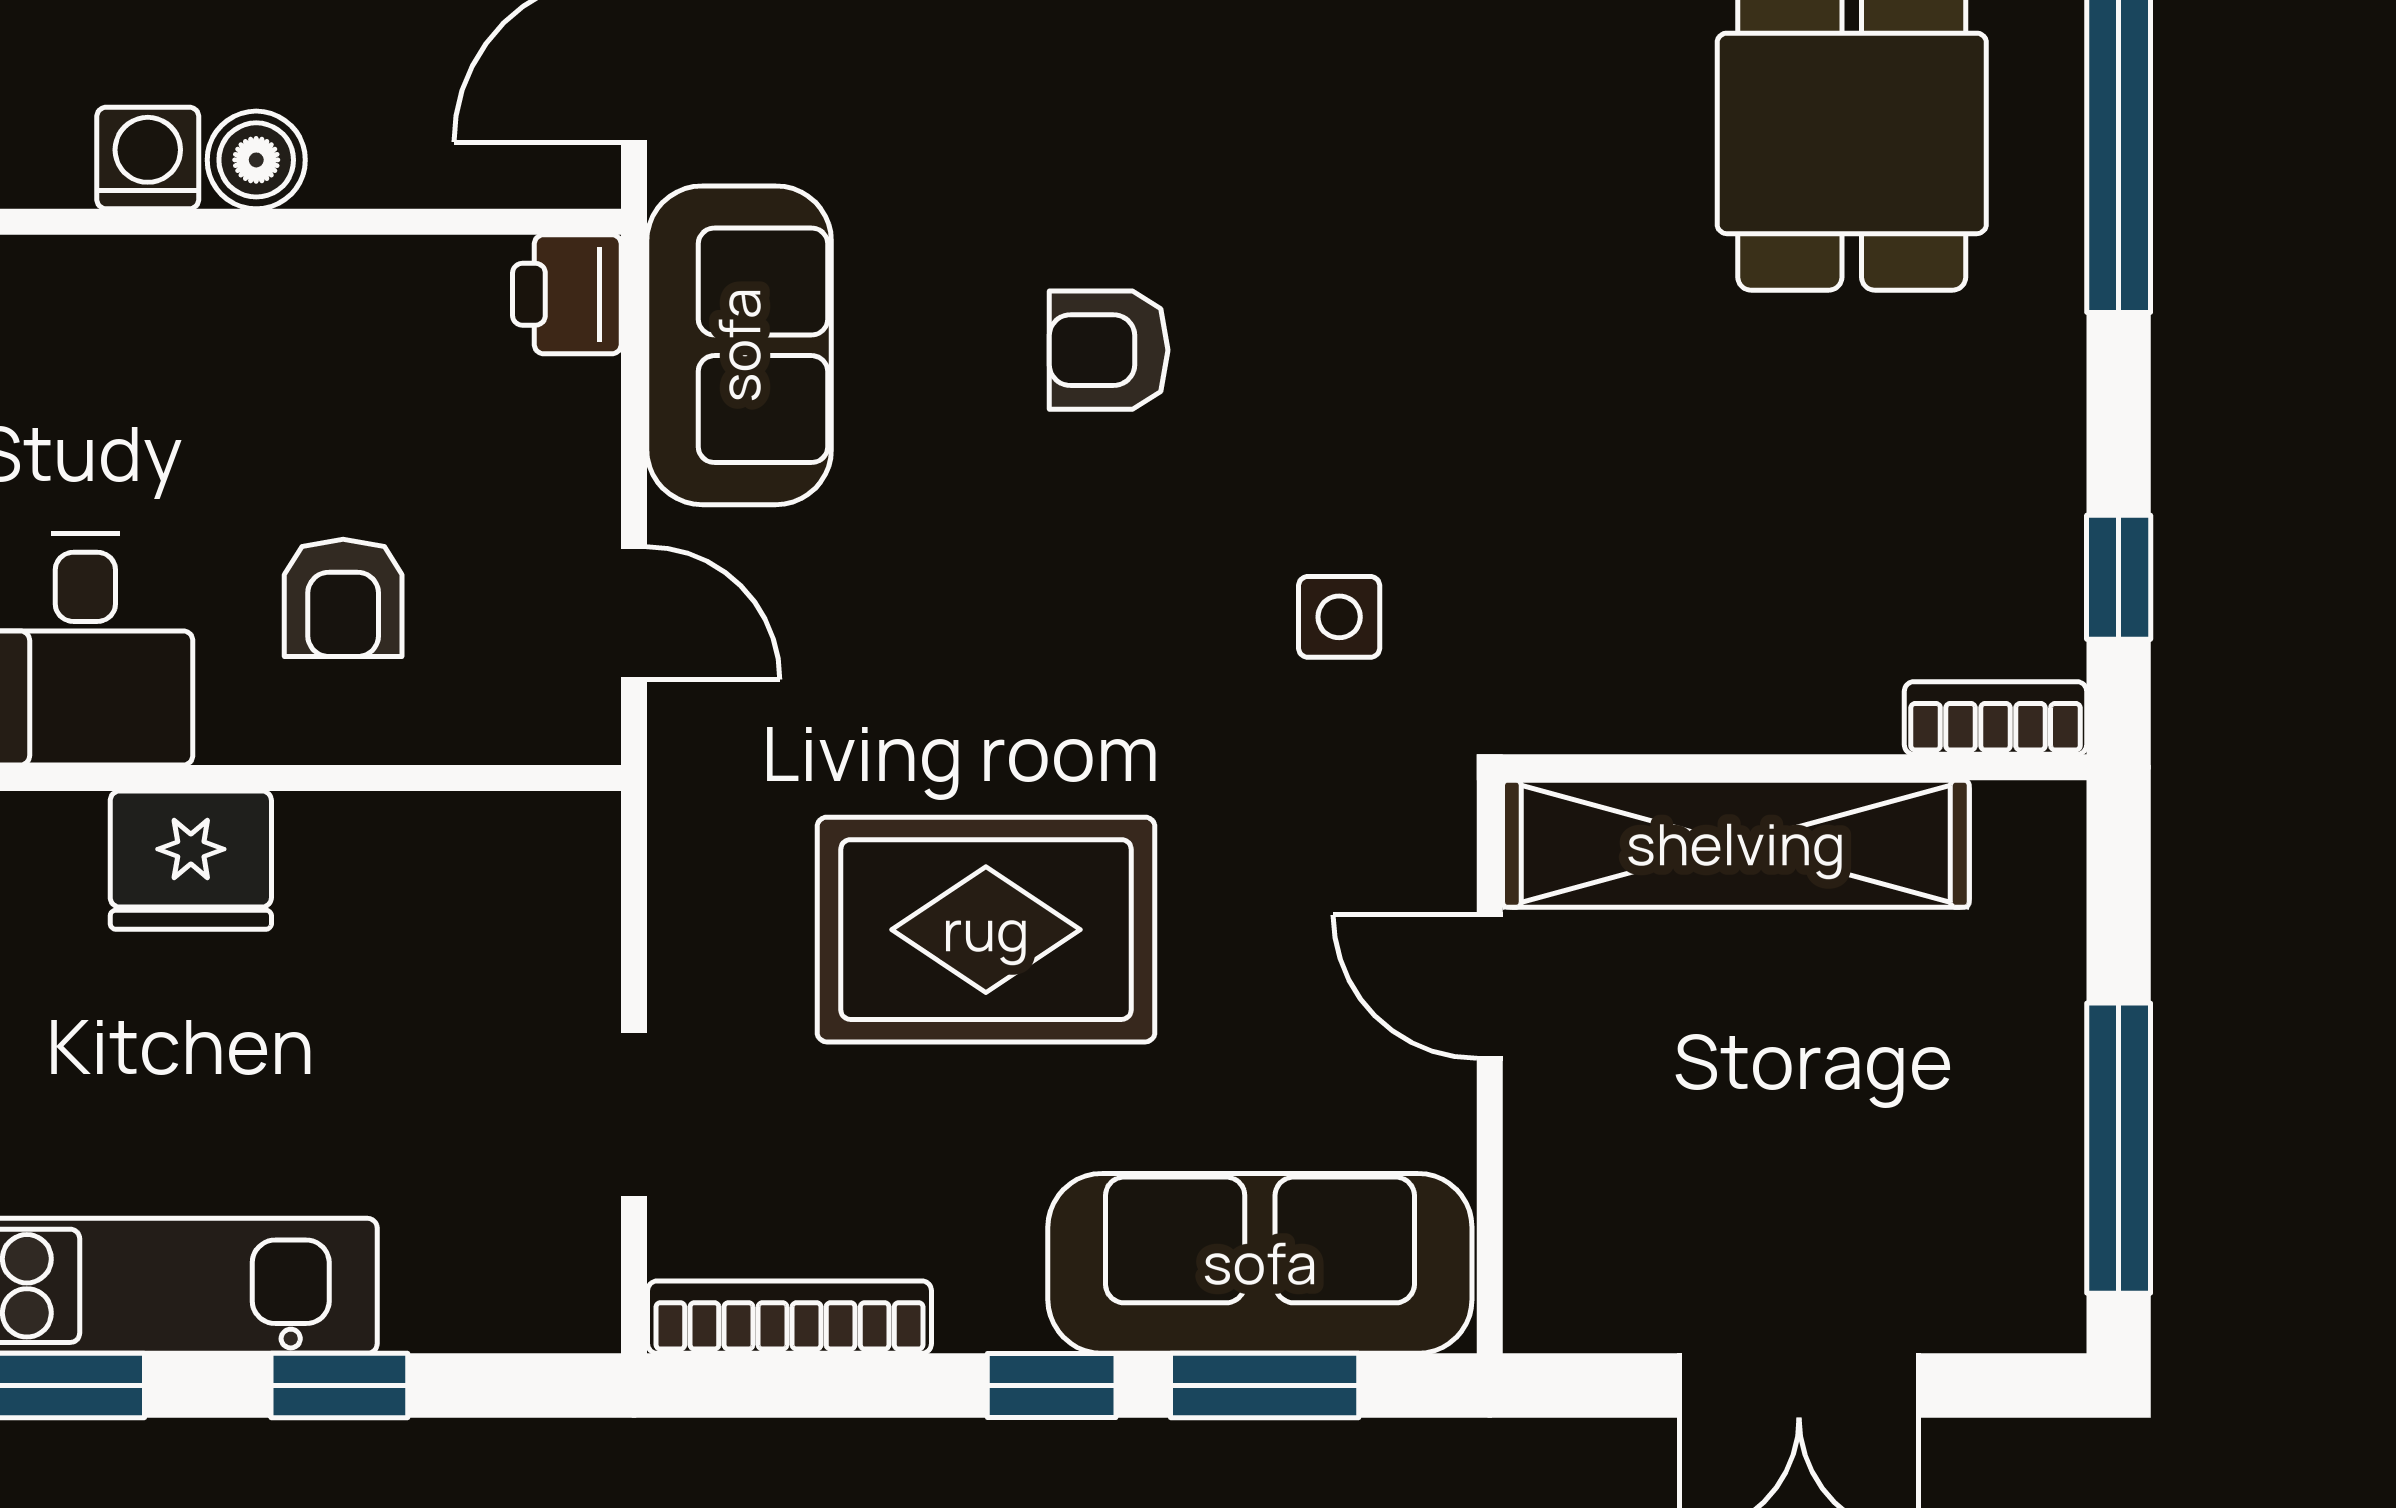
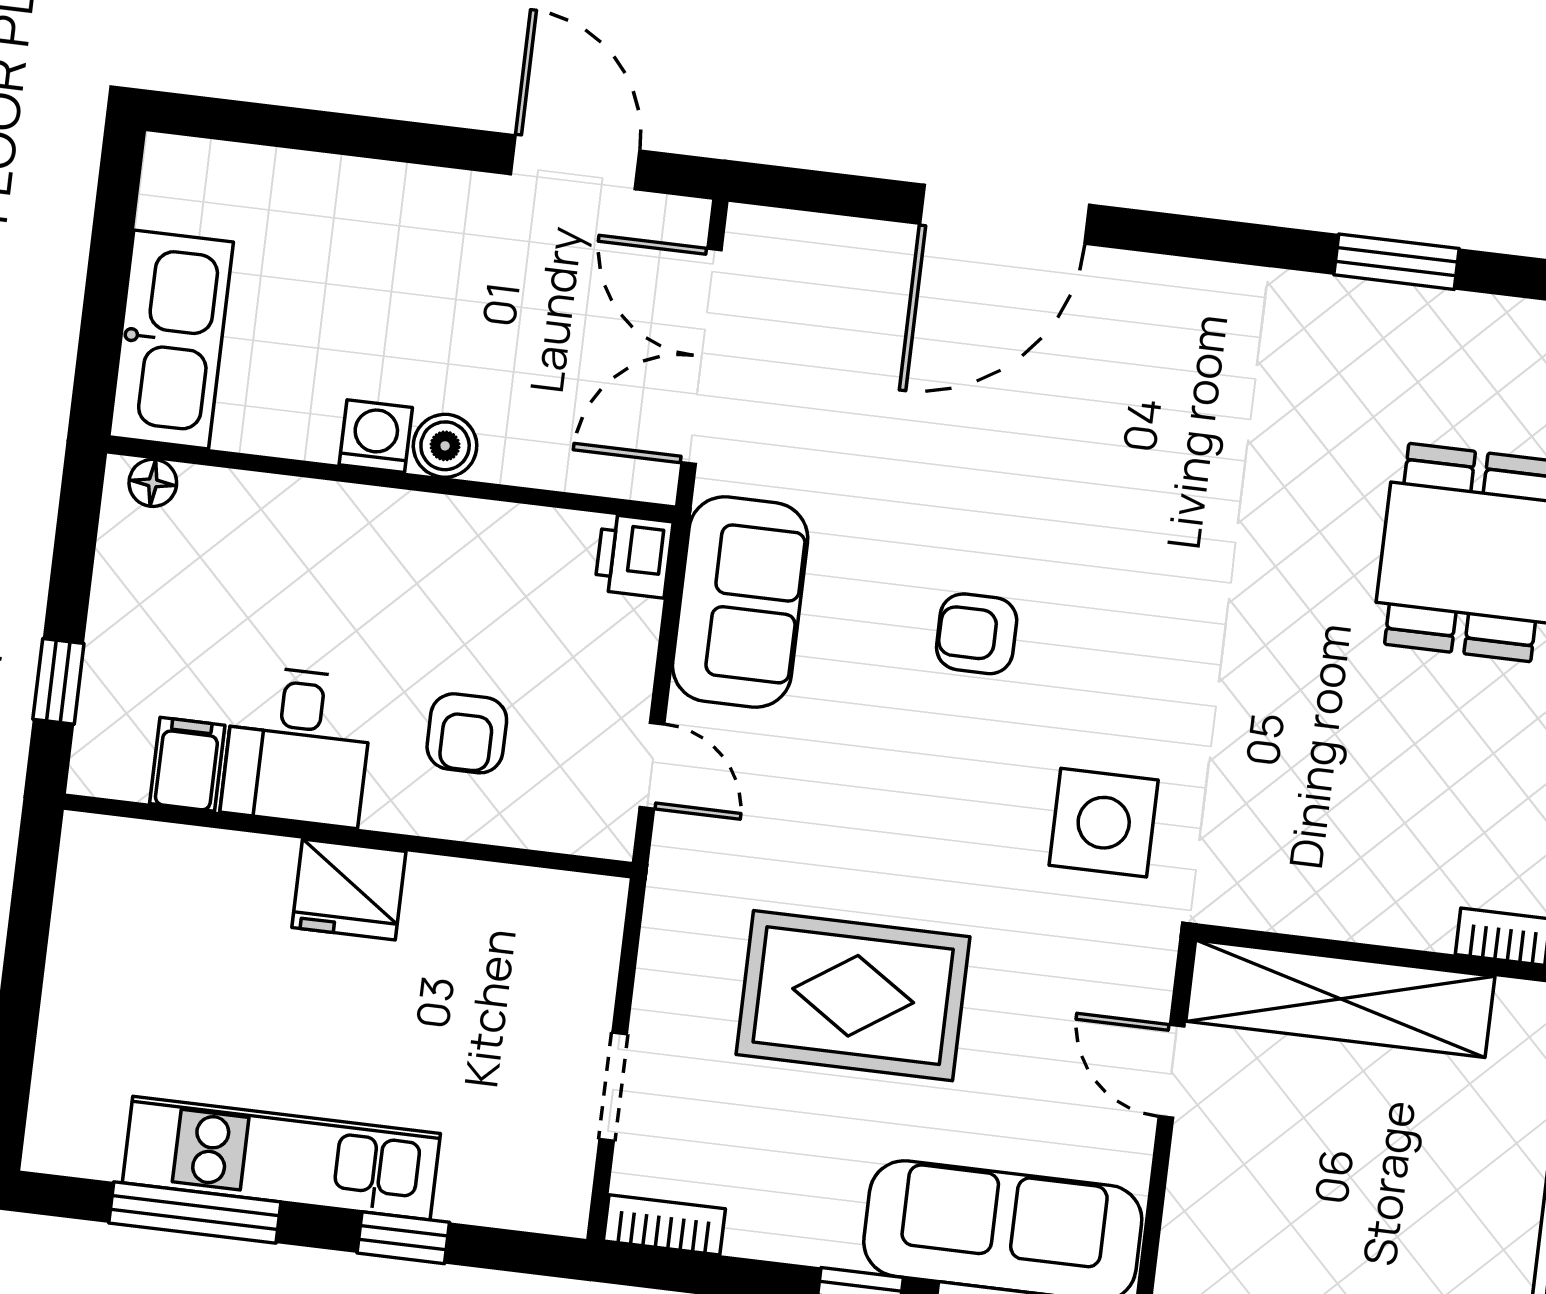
side table: (1339, 617) -> (1104, 823), width x1.87, depth x1.87
bookcase: (790, 1317) -> (664, 1225), width x0.64

